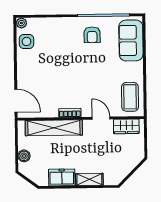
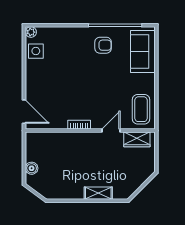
armchair: (92, 35) -> (103, 45), turned -90
door: (101, 118) -> (111, 131), hinge flipped
shelving: (54, 128) -> (63, 140), removed
freezer: (62, 177) -> (70, 191), removed

